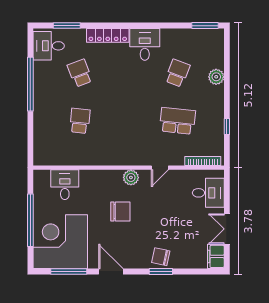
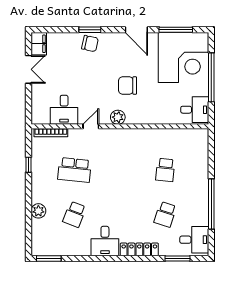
school desk: (80, 73) -> (165, 214), turned 39
desk: (65, 185) -> (195, 110), moved, turned -90
desk: (208, 193) -> (64, 110), moved, turned -90

